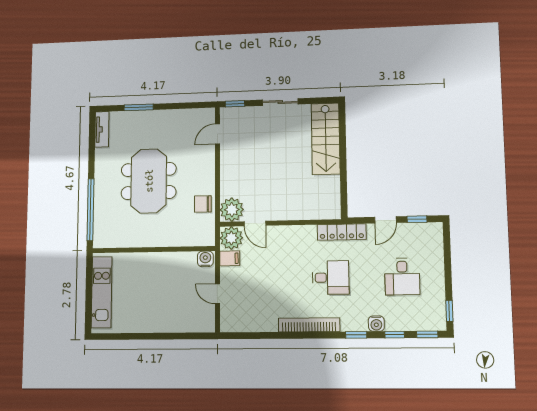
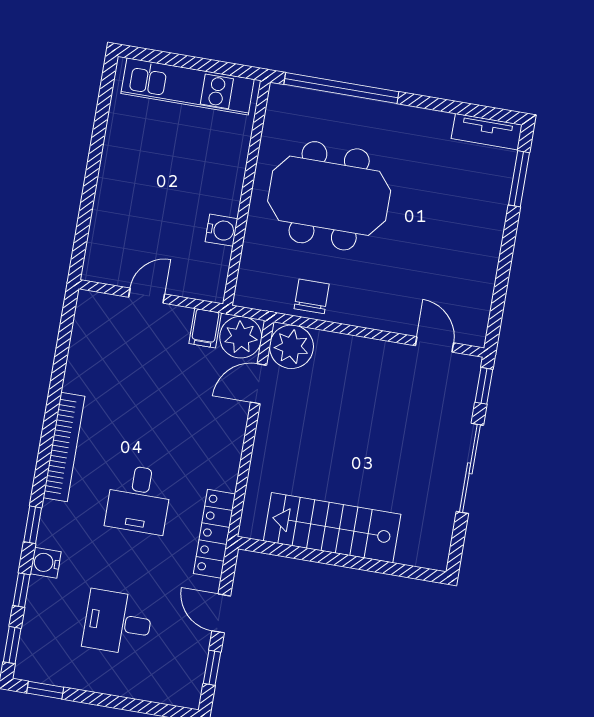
sliding door: (280, 102) -> (470, 468), width x1.37
window: (139, 107) -> (519, 179), moved
stairs: (326, 139) -> (332, 528), moved
meeting table: (149, 181) -> (329, 196), moved
water cooler: (205, 259) -> (221, 230), moved

